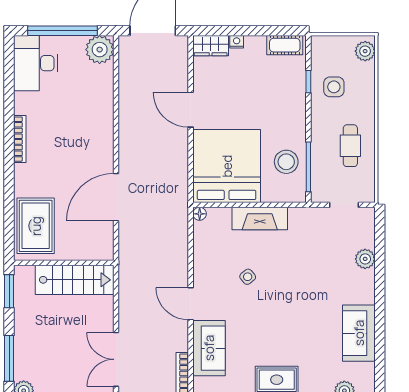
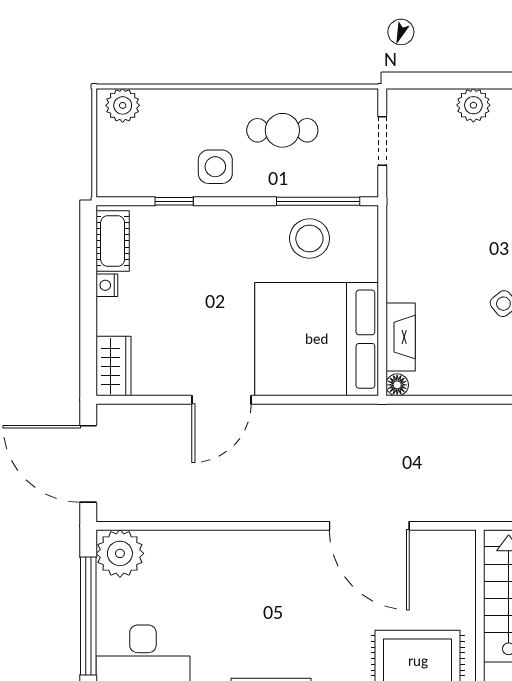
nightstand: (237, 42) -> (107, 285), moved
side table: (334, 87) -> (215, 167), moved
fireplace: (260, 219) -> (401, 337), moved, width x0.73, depth x0.76

